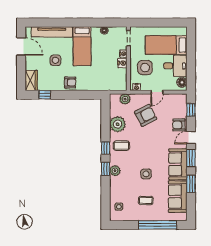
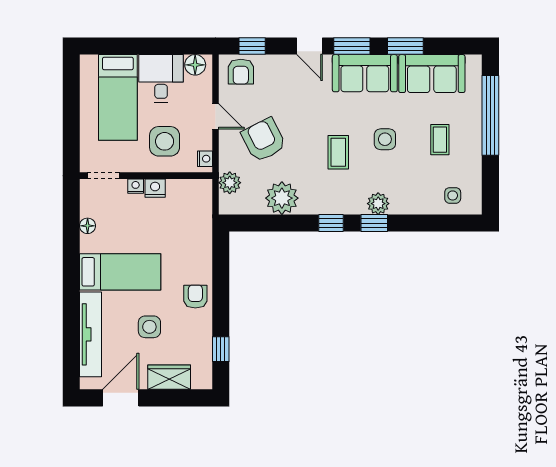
wardrobe: (31, 80) -> (169, 377), moved
armchair: (179, 125) -> (241, 72), moved
coffee table: (121, 146) -> (338, 152), moved

